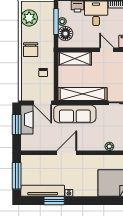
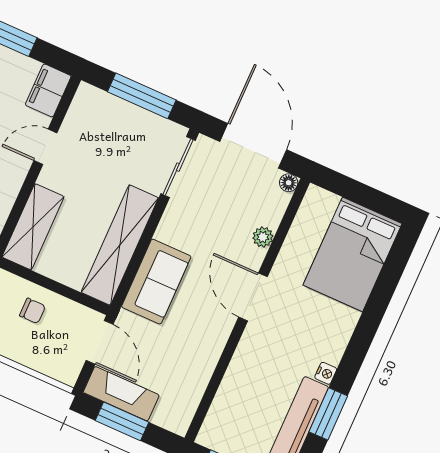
door: (43, 103) -> (100, 342), hinge flipped
sofa: (75, 114) -> (156, 282), width x0.73
door: (67, 153) -> (253, 297), moved

